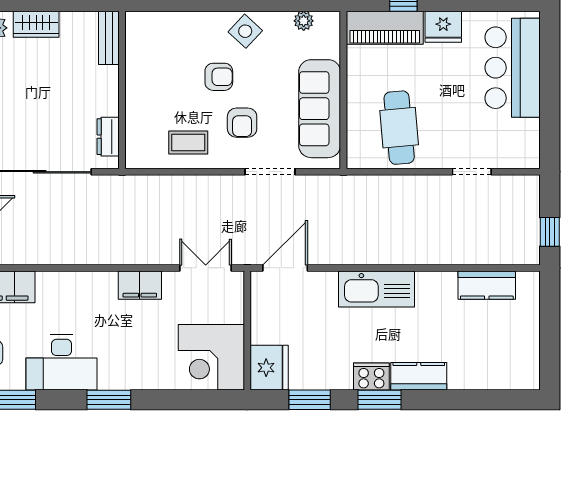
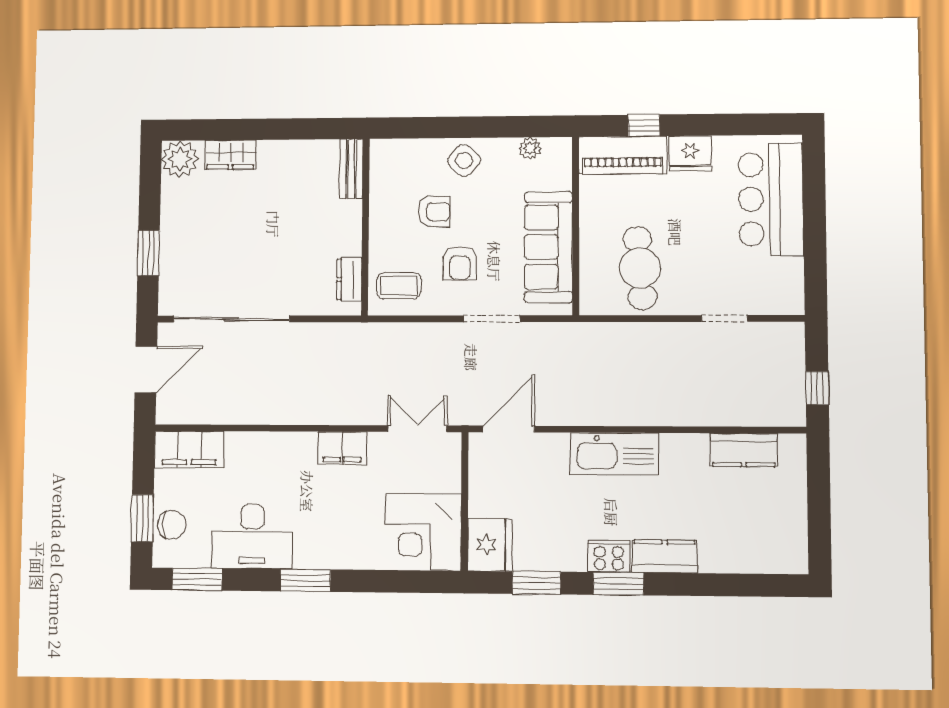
bench: (109, 38) -> (351, 169), moved
wall: (122, 90) -> (365, 227), moved
dresser: (108, 137) -> (349, 279), moved

